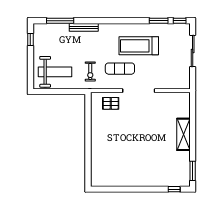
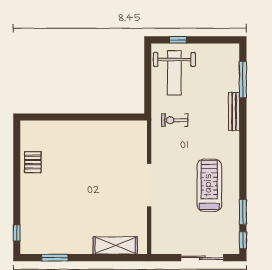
window: (30, 40) -> (178, 40), moved
exercise mat: (120, 69) -> (179, 160), removed
pallet: (111, 103) -> (33, 162), moved
shelving: (184, 134) -> (115, 245), moved
window: (193, 171) -> (55, 258), moved

